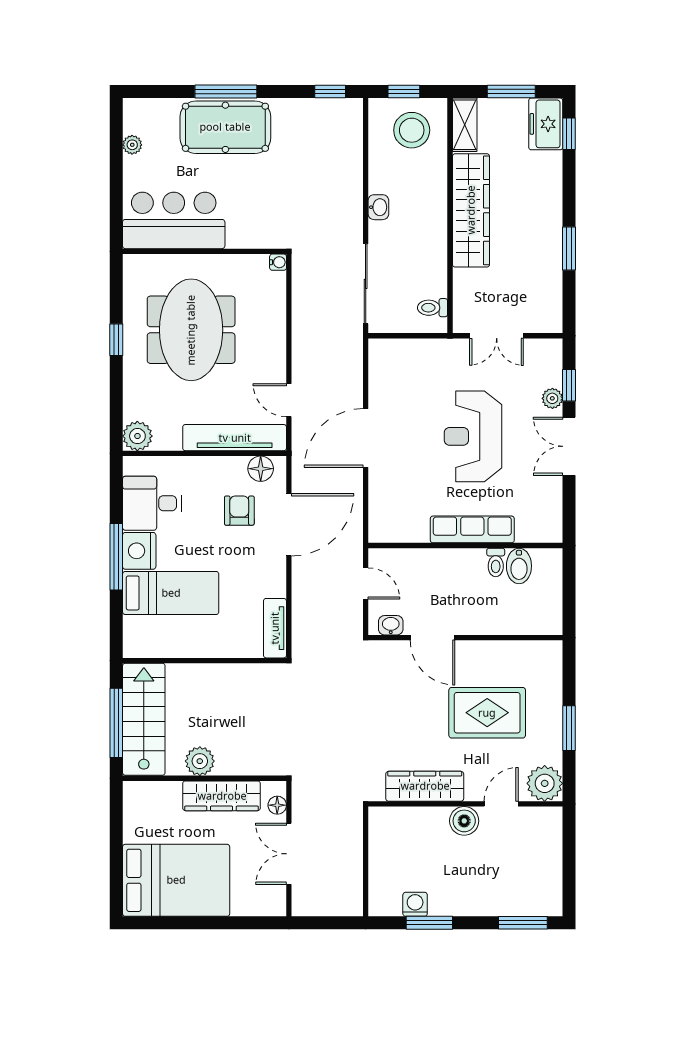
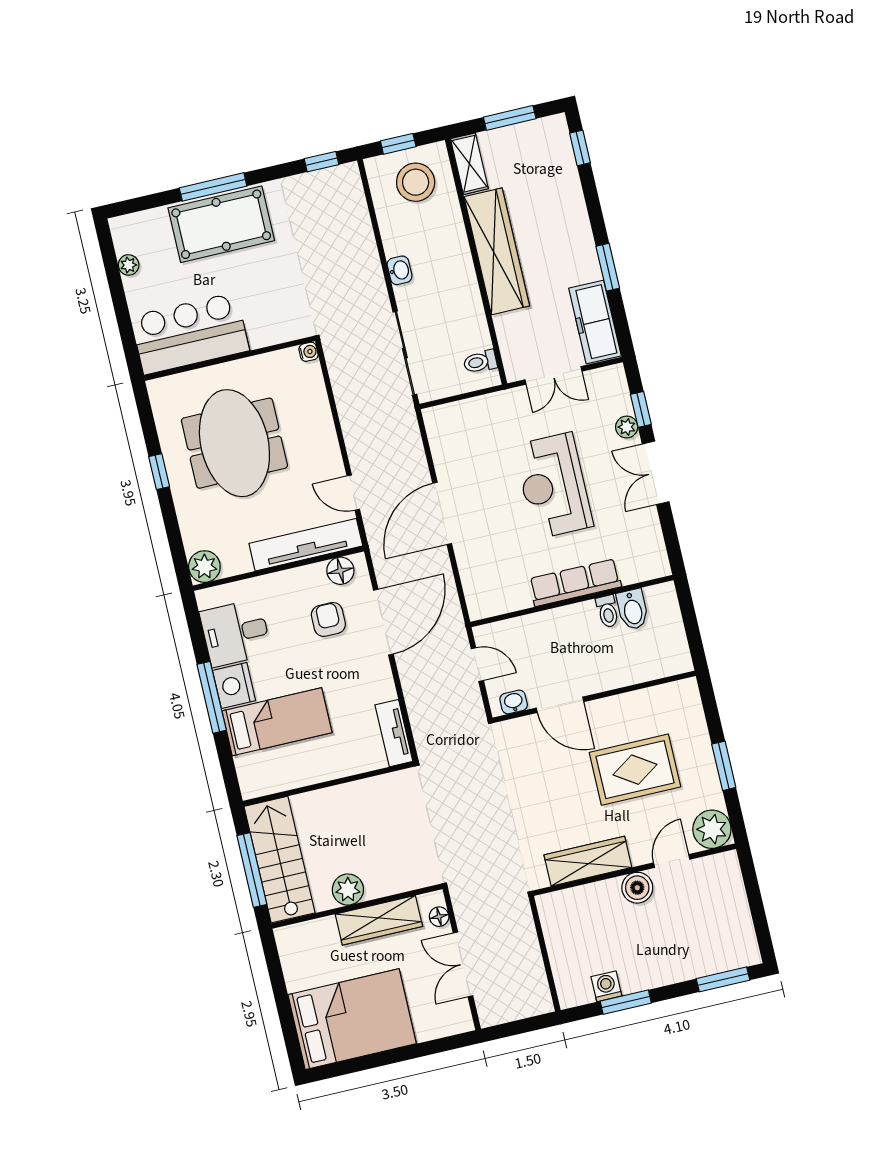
freezer: (546, 124) -> (595, 322), moved, width x1.40

